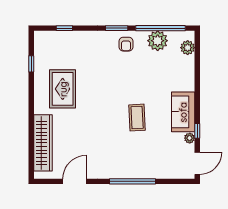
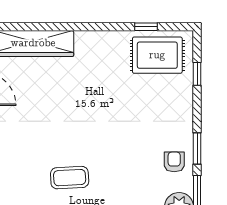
armchair: (126, 44) -> (174, 162), turned 90
rug: (63, 89) -> (157, 55), moved

